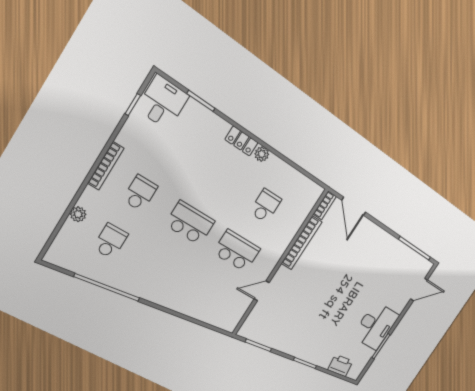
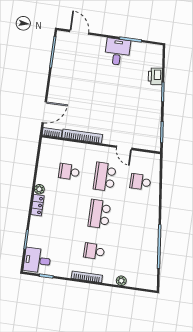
school desk: (110, 241) -> (140, 182), moved
desk: (376, 326) -> (117, 52), width x0.73
printer: (340, 365) -> (155, 76), moved

